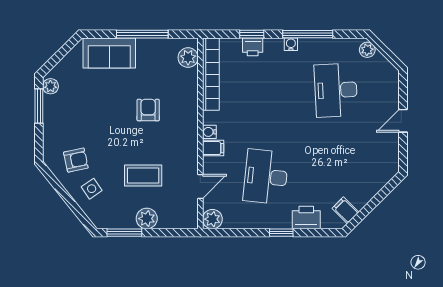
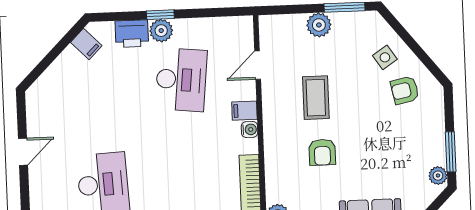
coffee table: (143, 175) -> (316, 98), moved, turned 90
plant: (212, 219) -> (161, 31), moved

